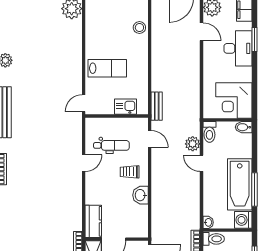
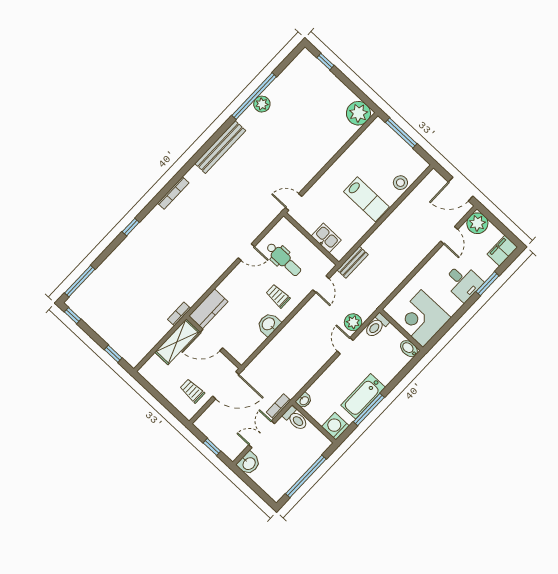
desk: (238, 48) -> (463, 282), width x0.73
lab bench: (107, 68) -> (366, 199), moved
bathtub: (240, 184) -> (363, 396), width x0.73, depth x0.73

